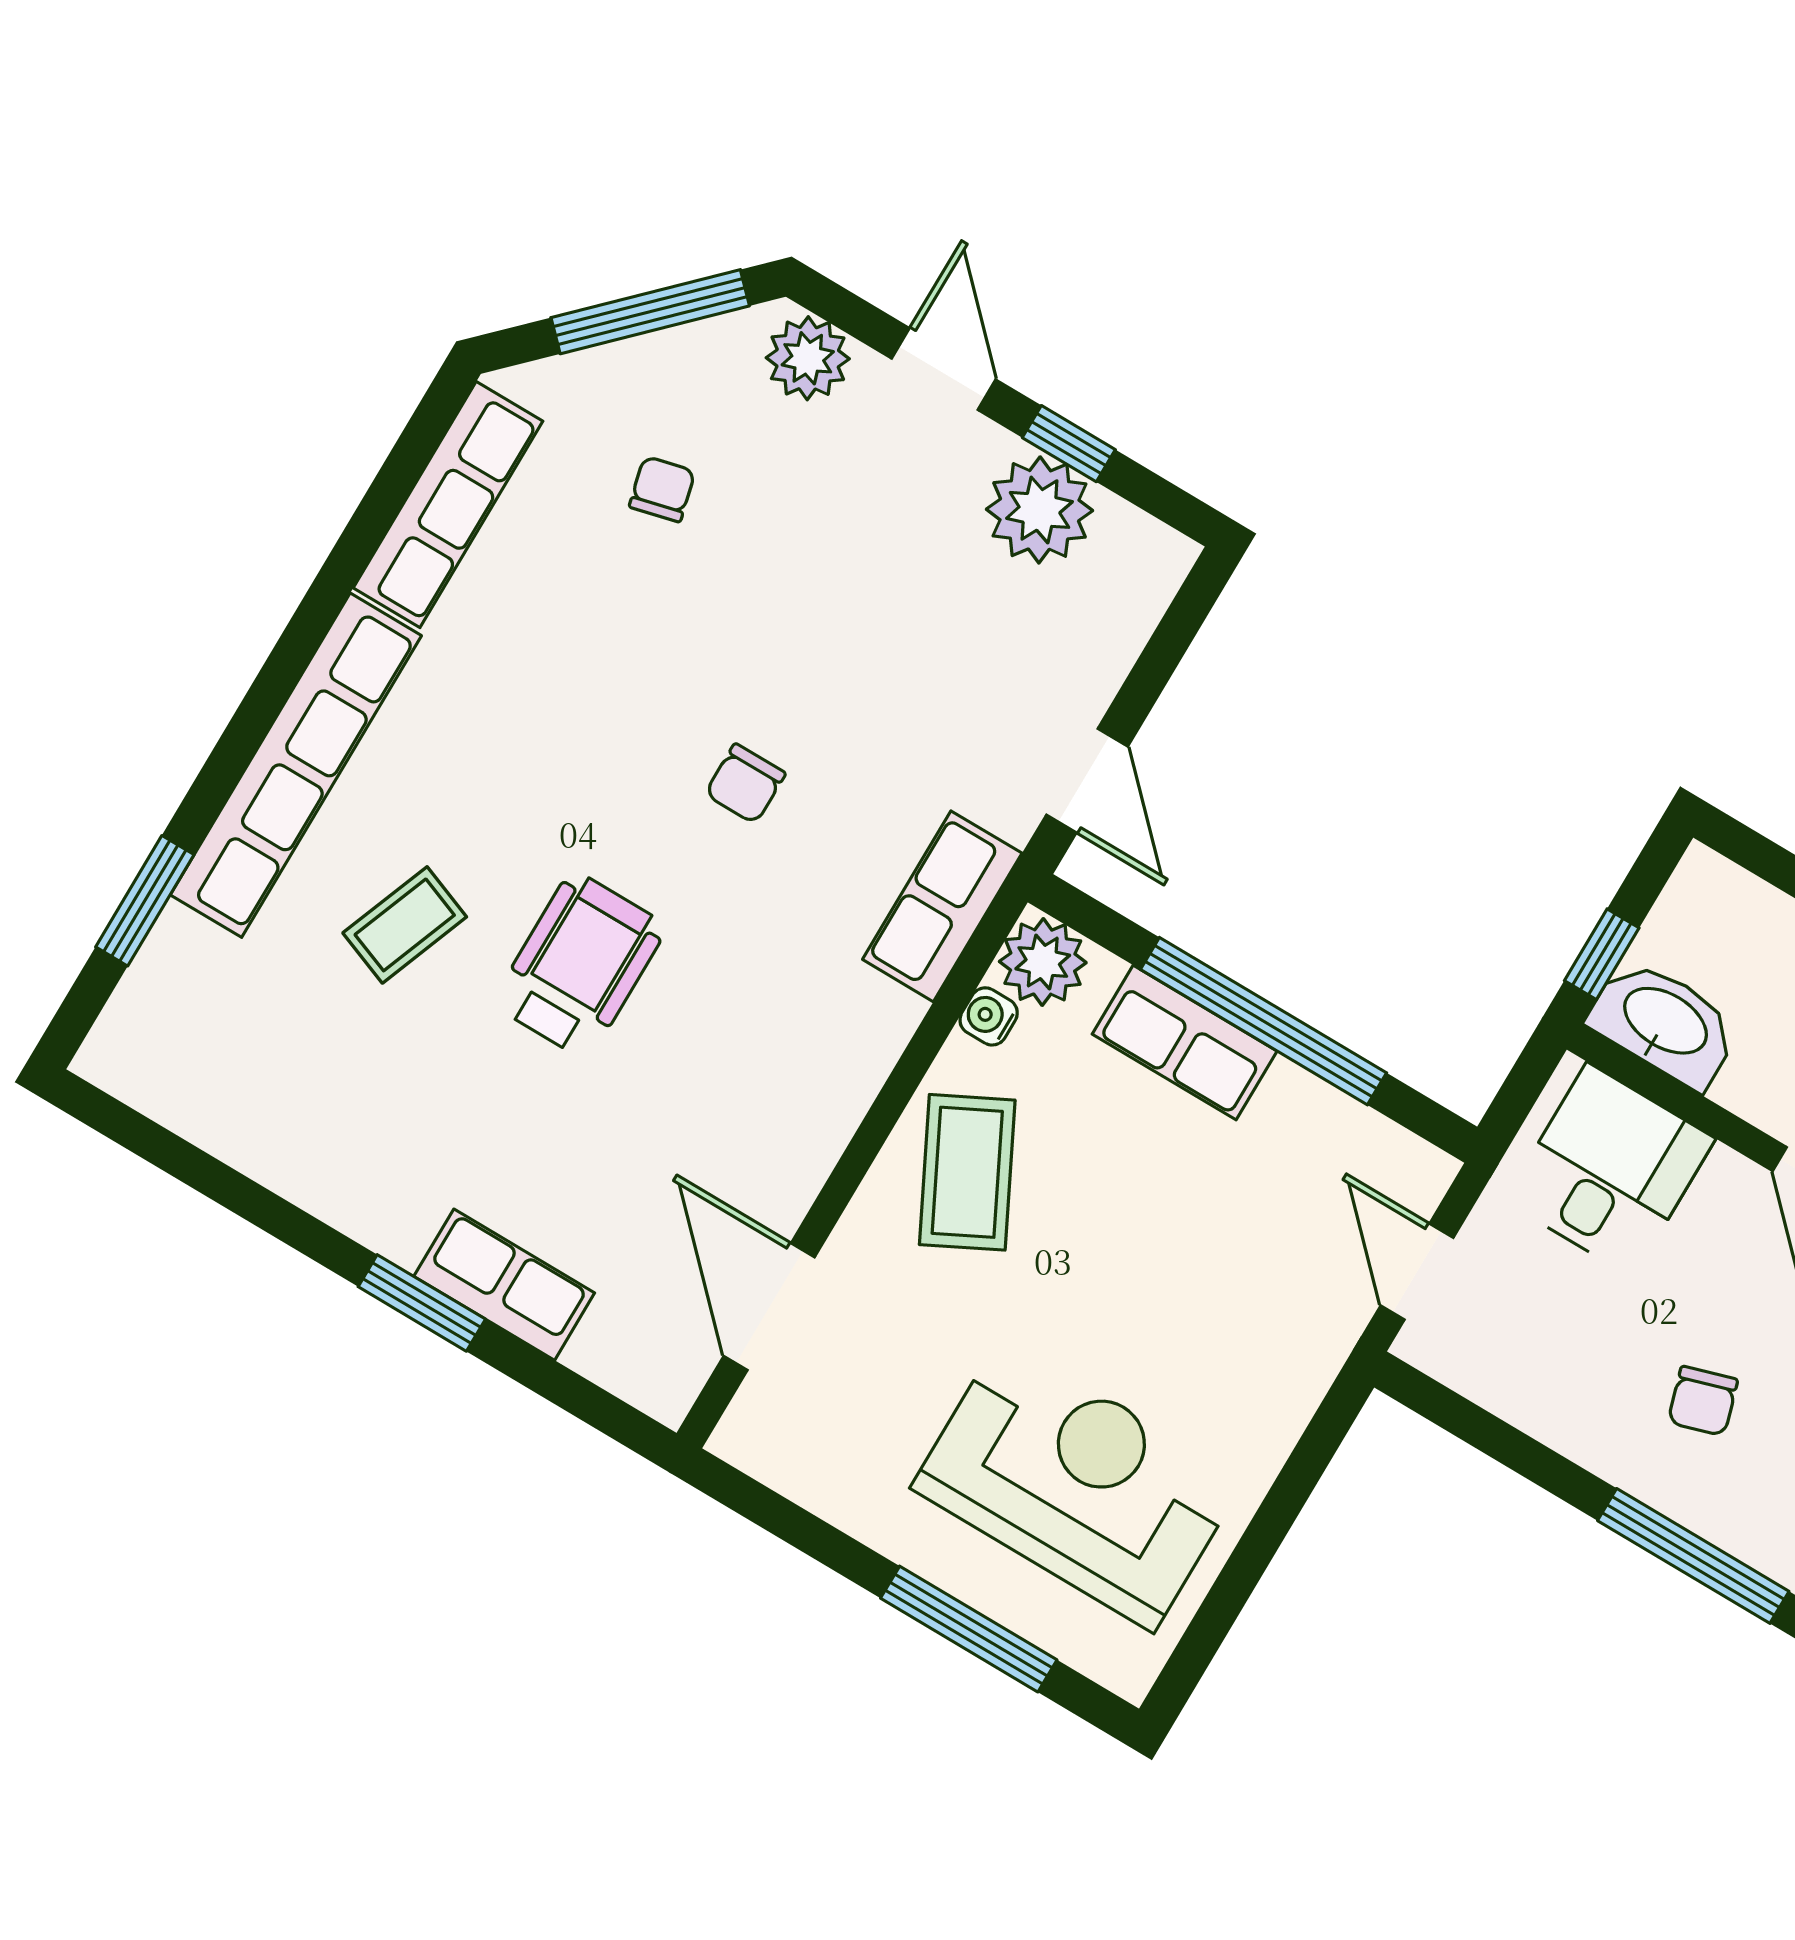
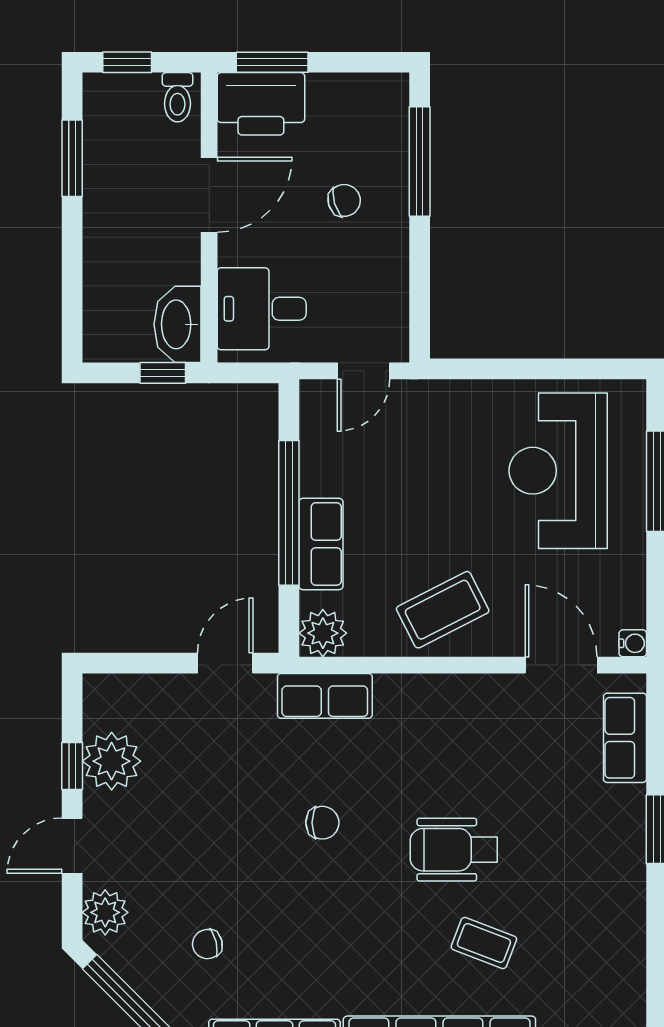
water cooler: (989, 1016) -> (633, 643), moved, turned -90
row of seats: (504, 1285) -> (625, 738), moved
door: (769, 1307) -> (561, 665), swing flipped

